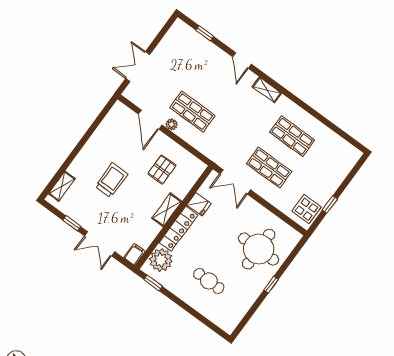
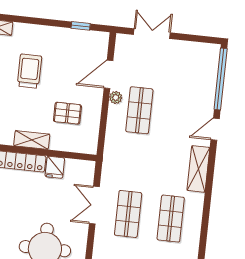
window: (205, 33) -> (221, 79), width x3.17
shelving: (267, 90) -> (198, 169), width x1.50, depth x1.33
window: (99, 119) -> (81, 26), added
trolley: (111, 180) -> (29, 71), turned -90
double door: (235, 182) -> (94, 205), moved

